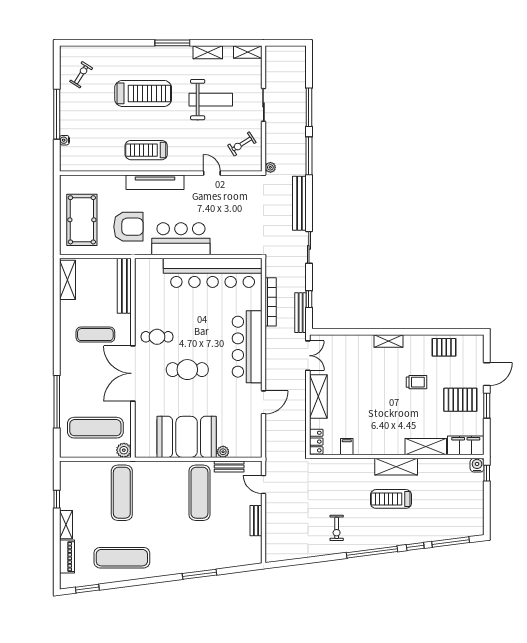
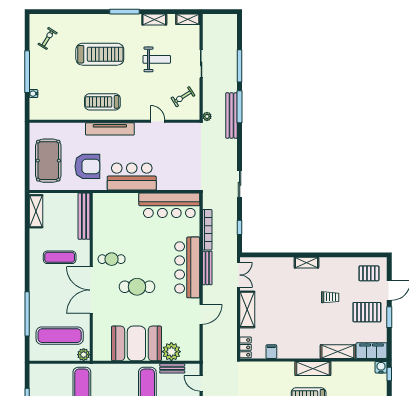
weight bench: (211, 100) -> (157, 59), width x0.73, depth x0.75
bench: (299, 203) -> (231, 115), moved
bar counter: (213, 273) -> (169, 205), width x0.73
bench: (301, 313) -> (207, 268), moved
pallet: (444, 347) -> (369, 273), moved
plant: (223, 452) -> (171, 352), width x1.88, depth x1.88

